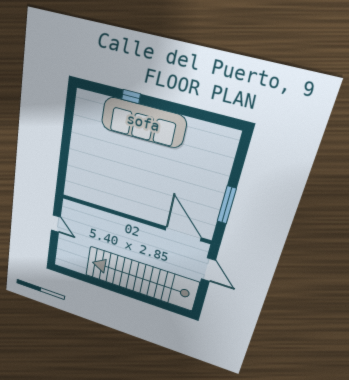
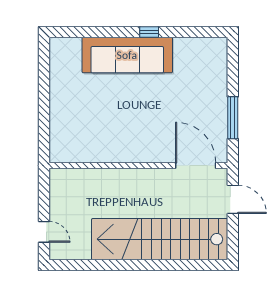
window: (131, 97) -> (149, 32), moved
door: (56, 224) -> (44, 232), moved

